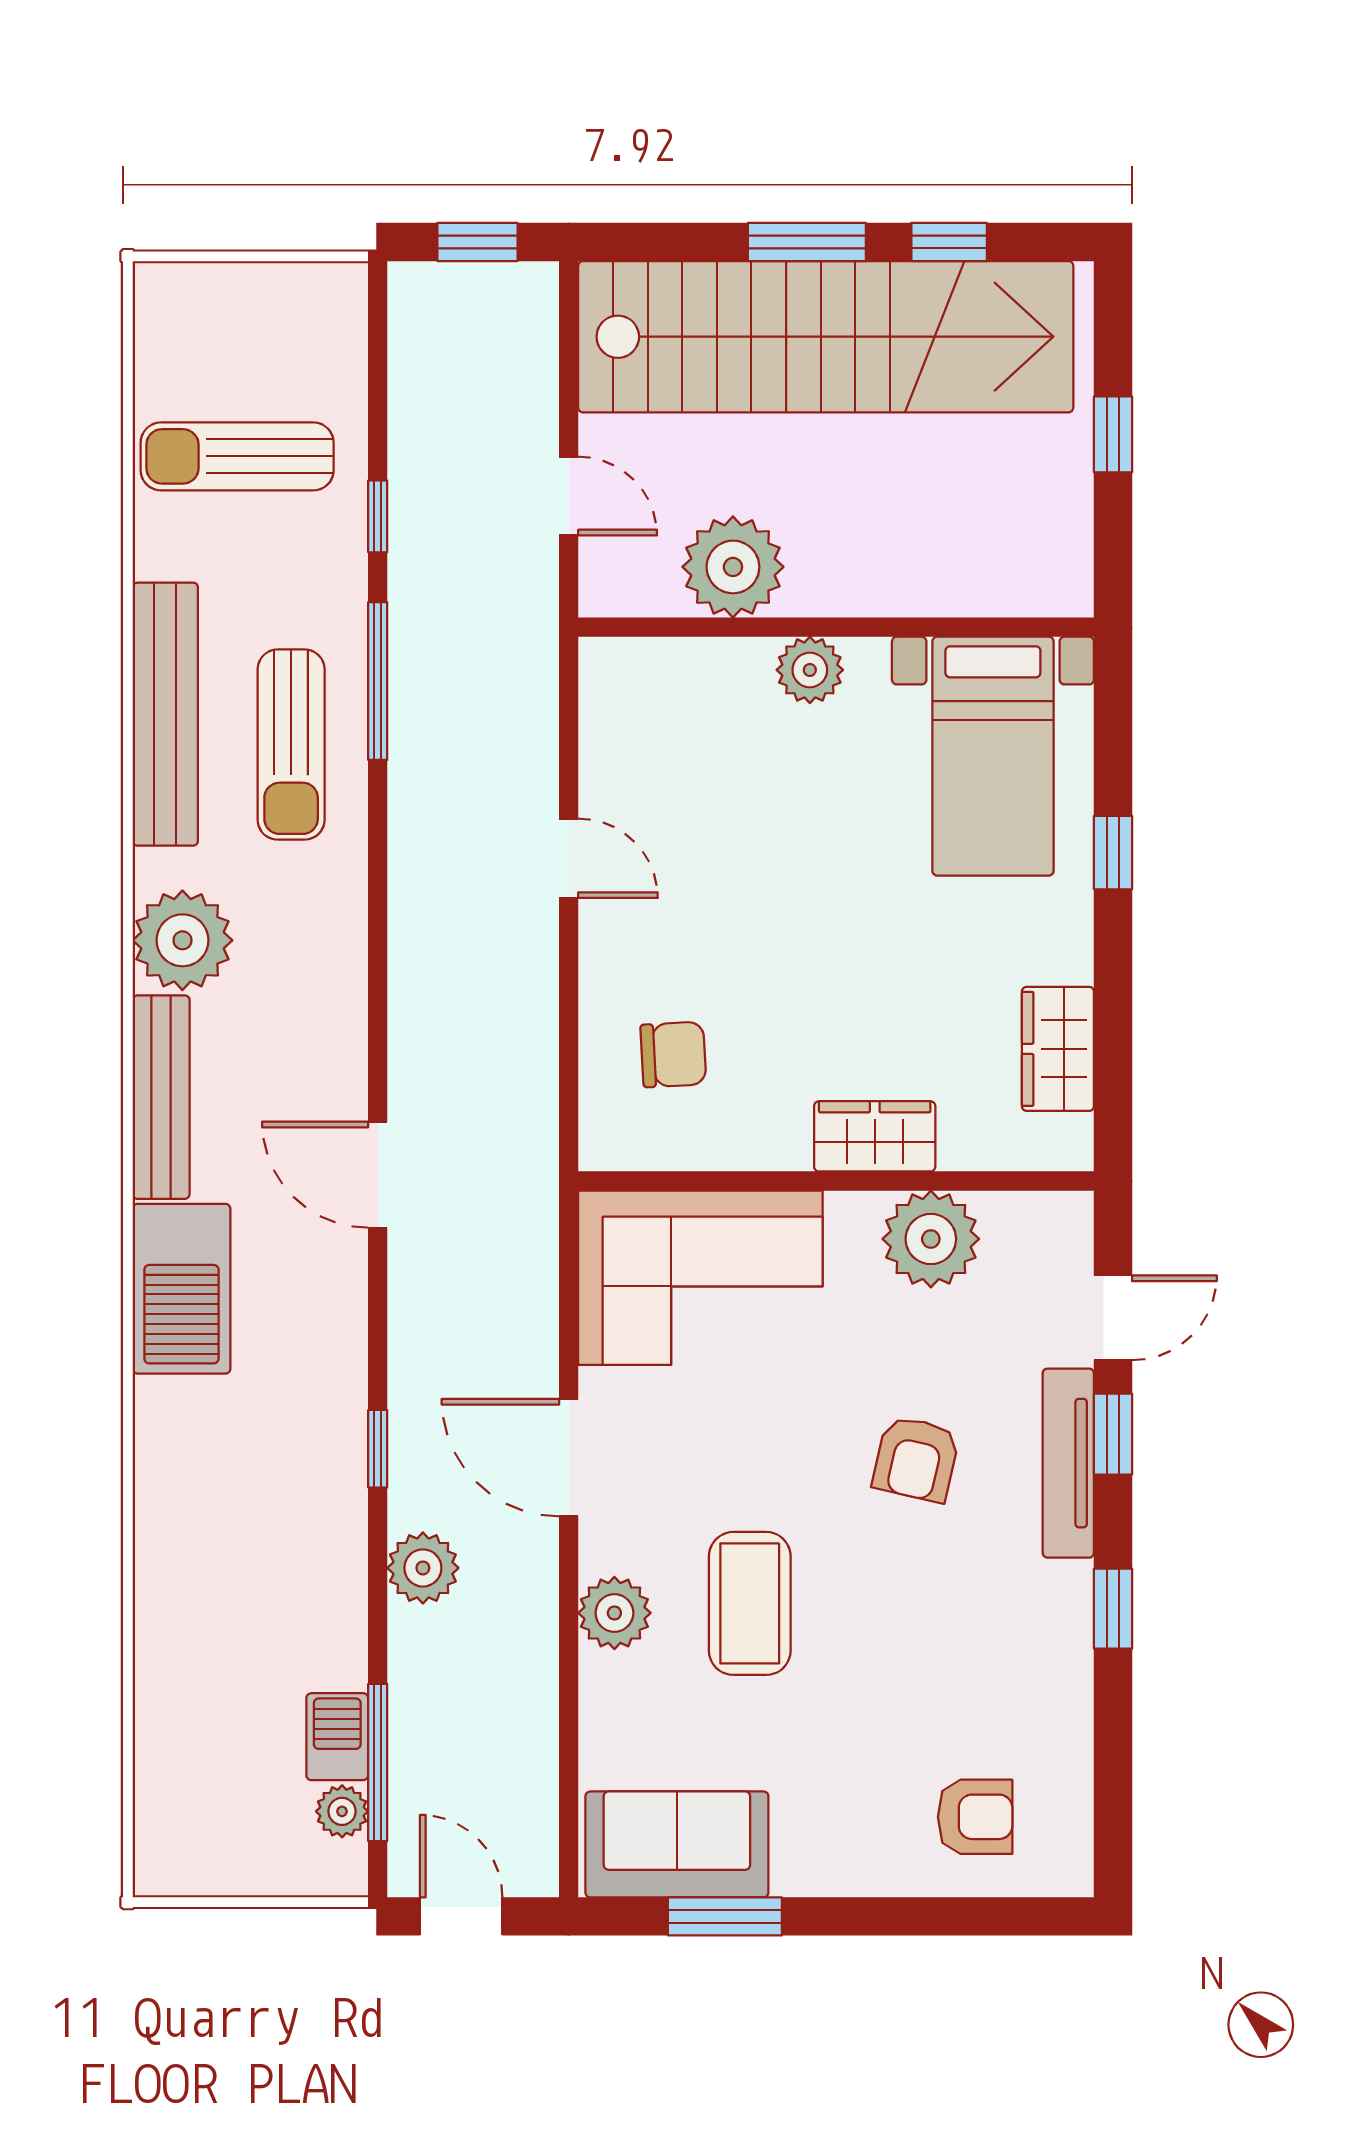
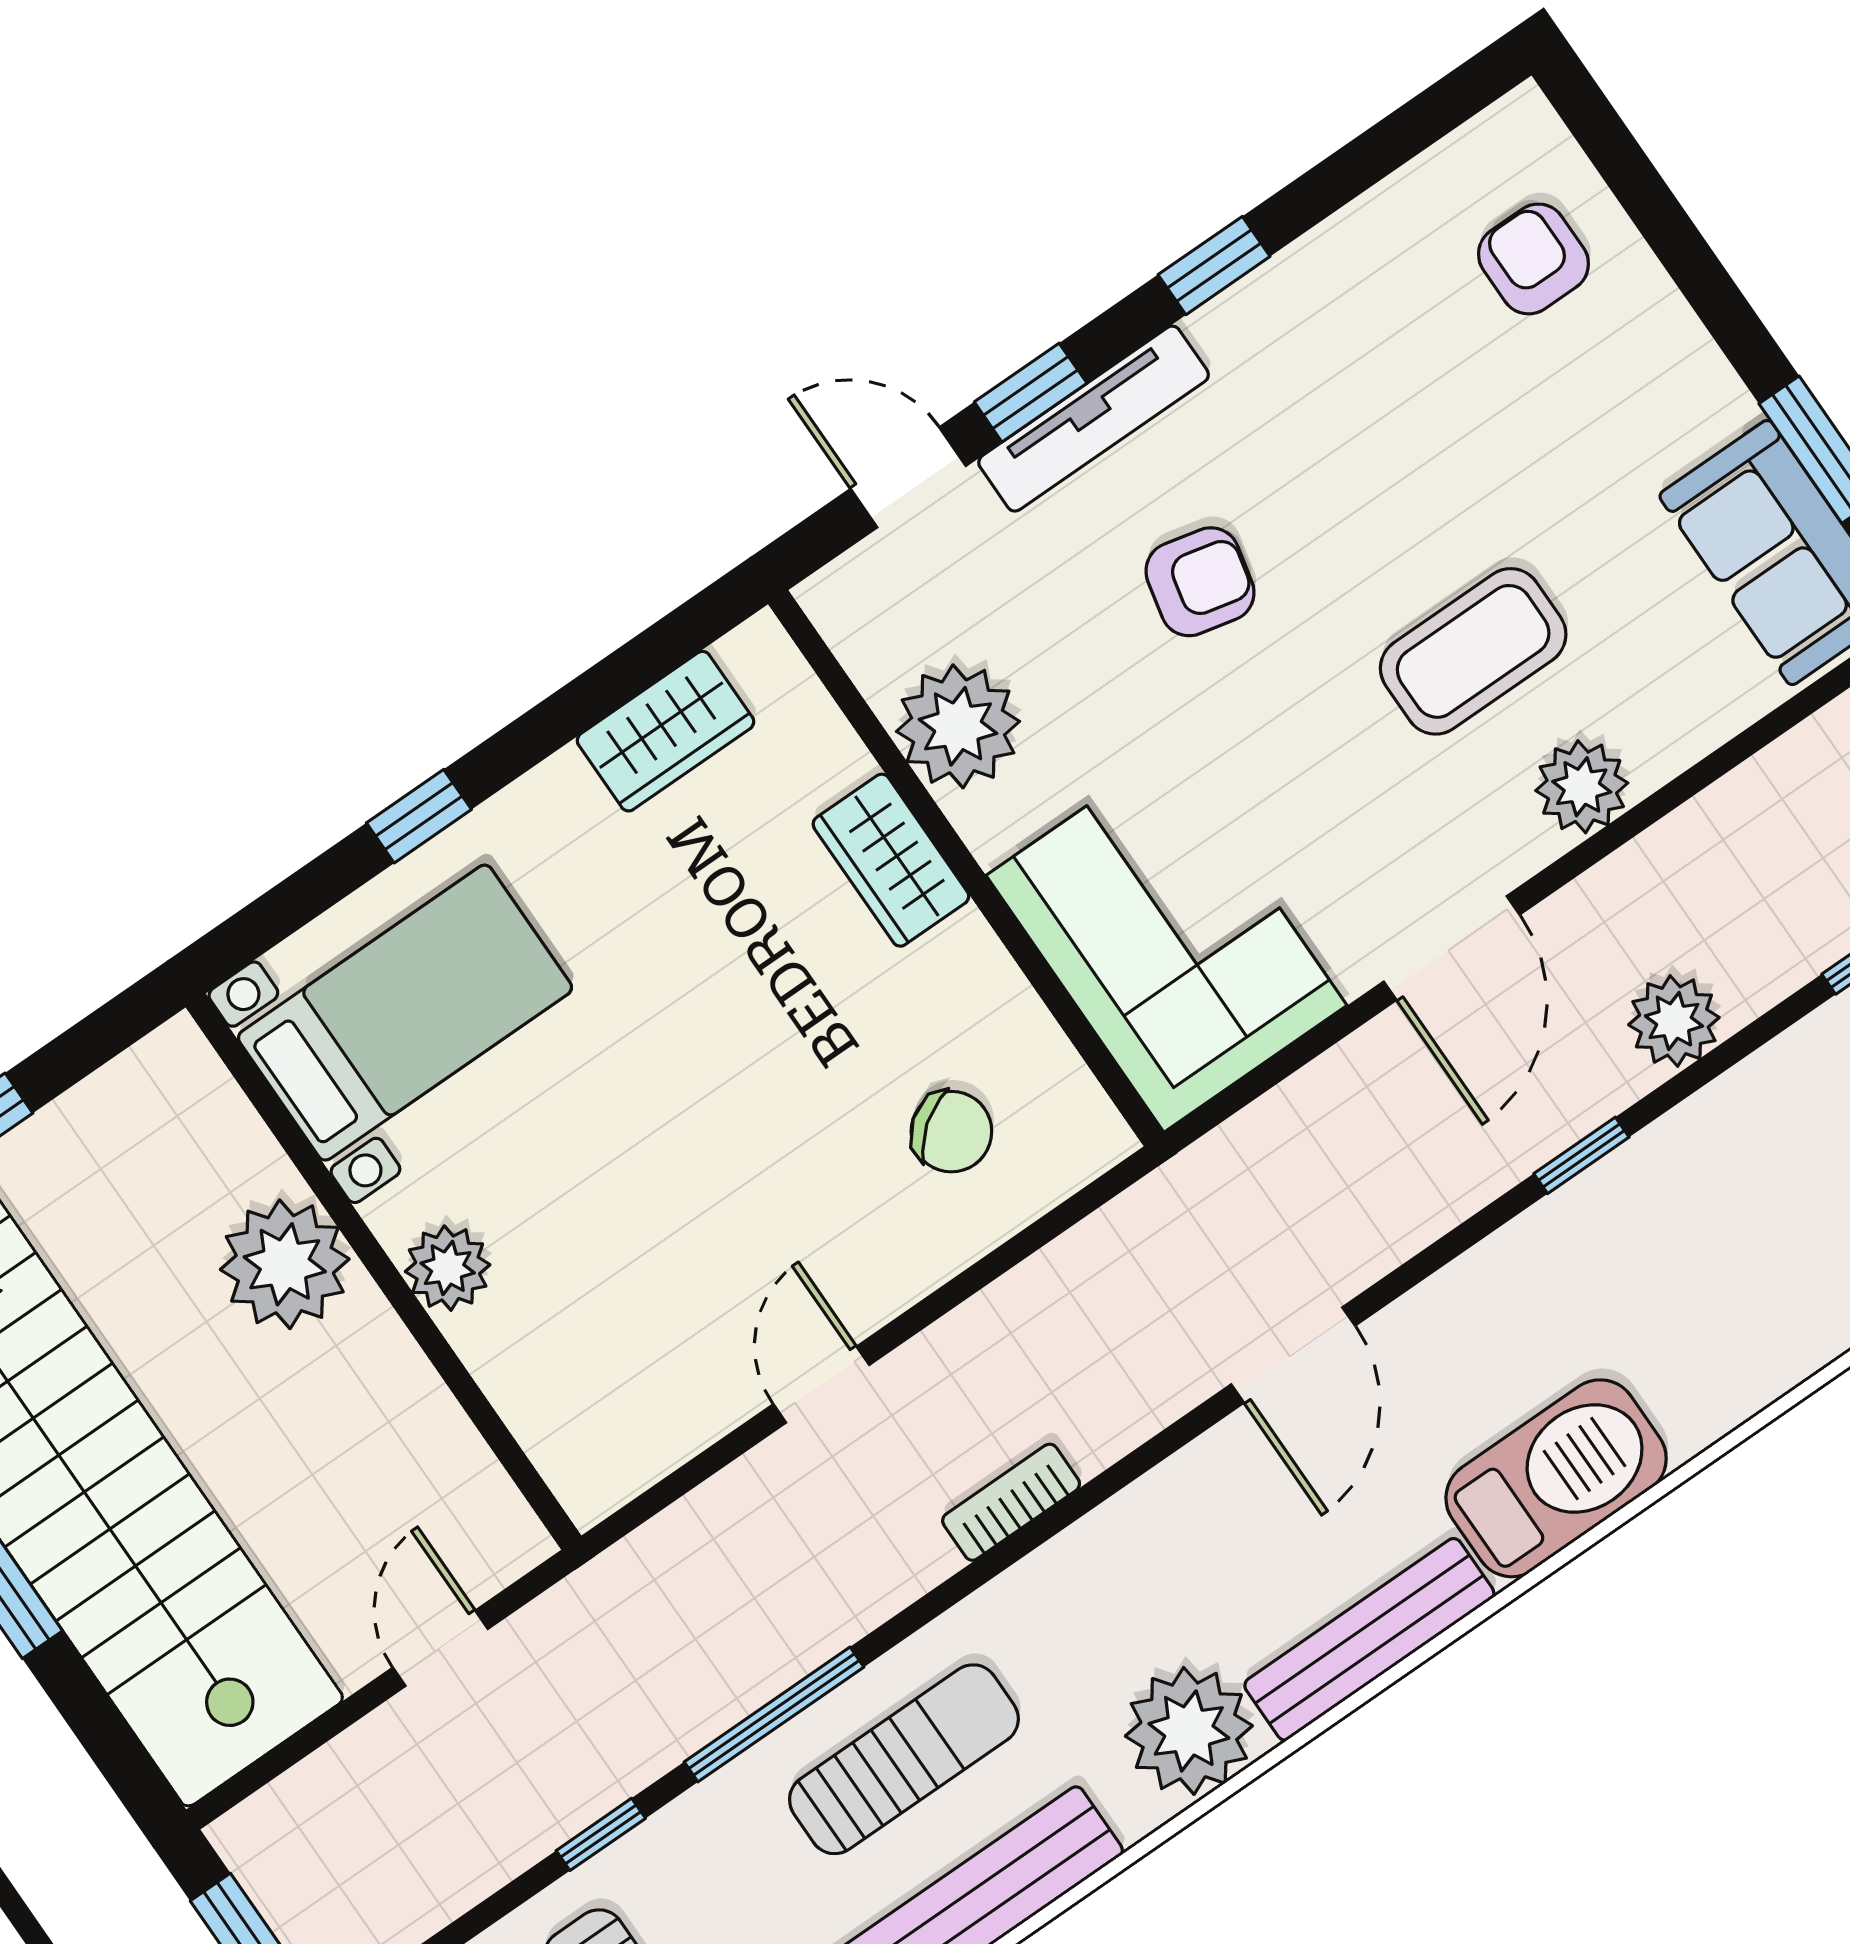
plant: (733, 567) -> (285, 1264), moved
bookcase: (409, 928) -> (1011, 1502), added
chair: (673, 1054) -> (951, 1132), turned 146

